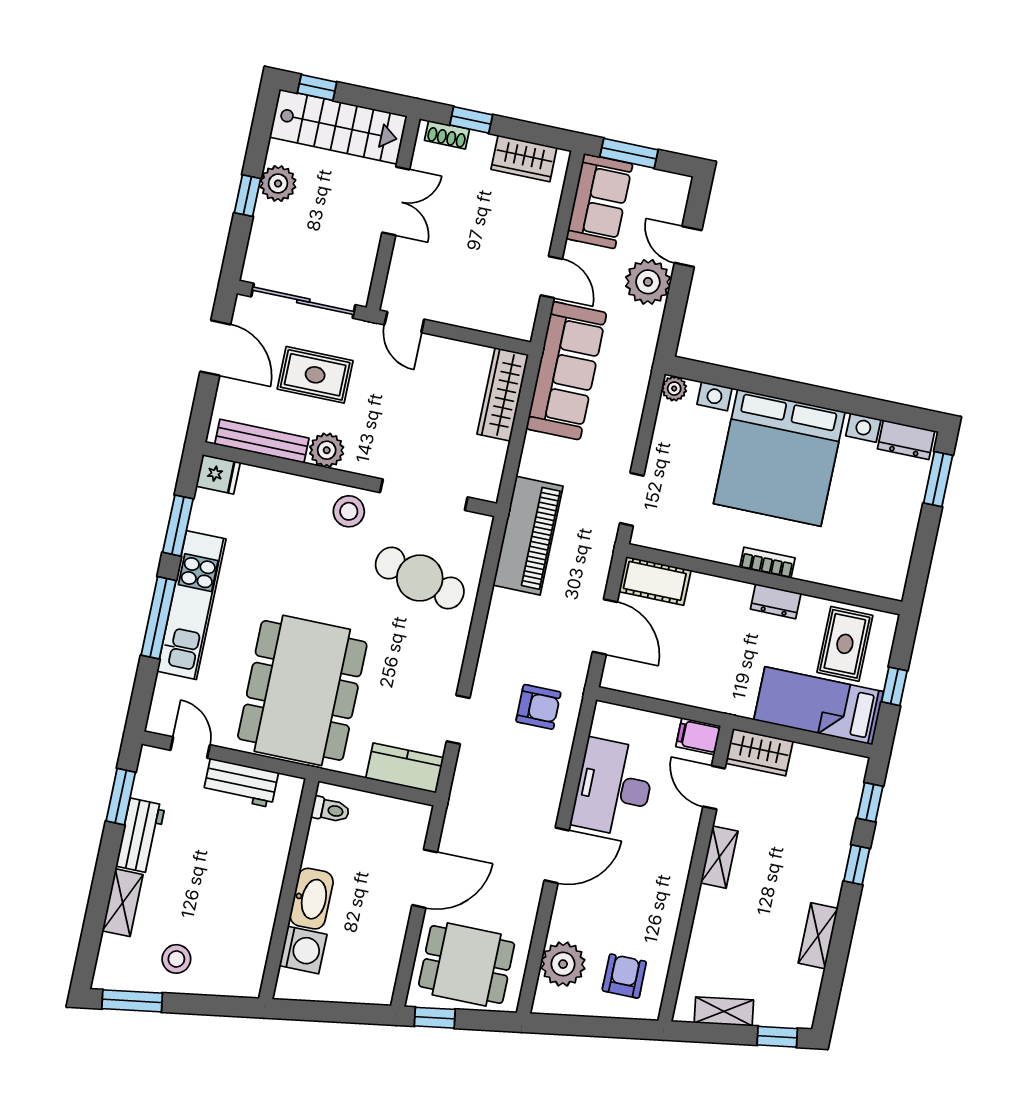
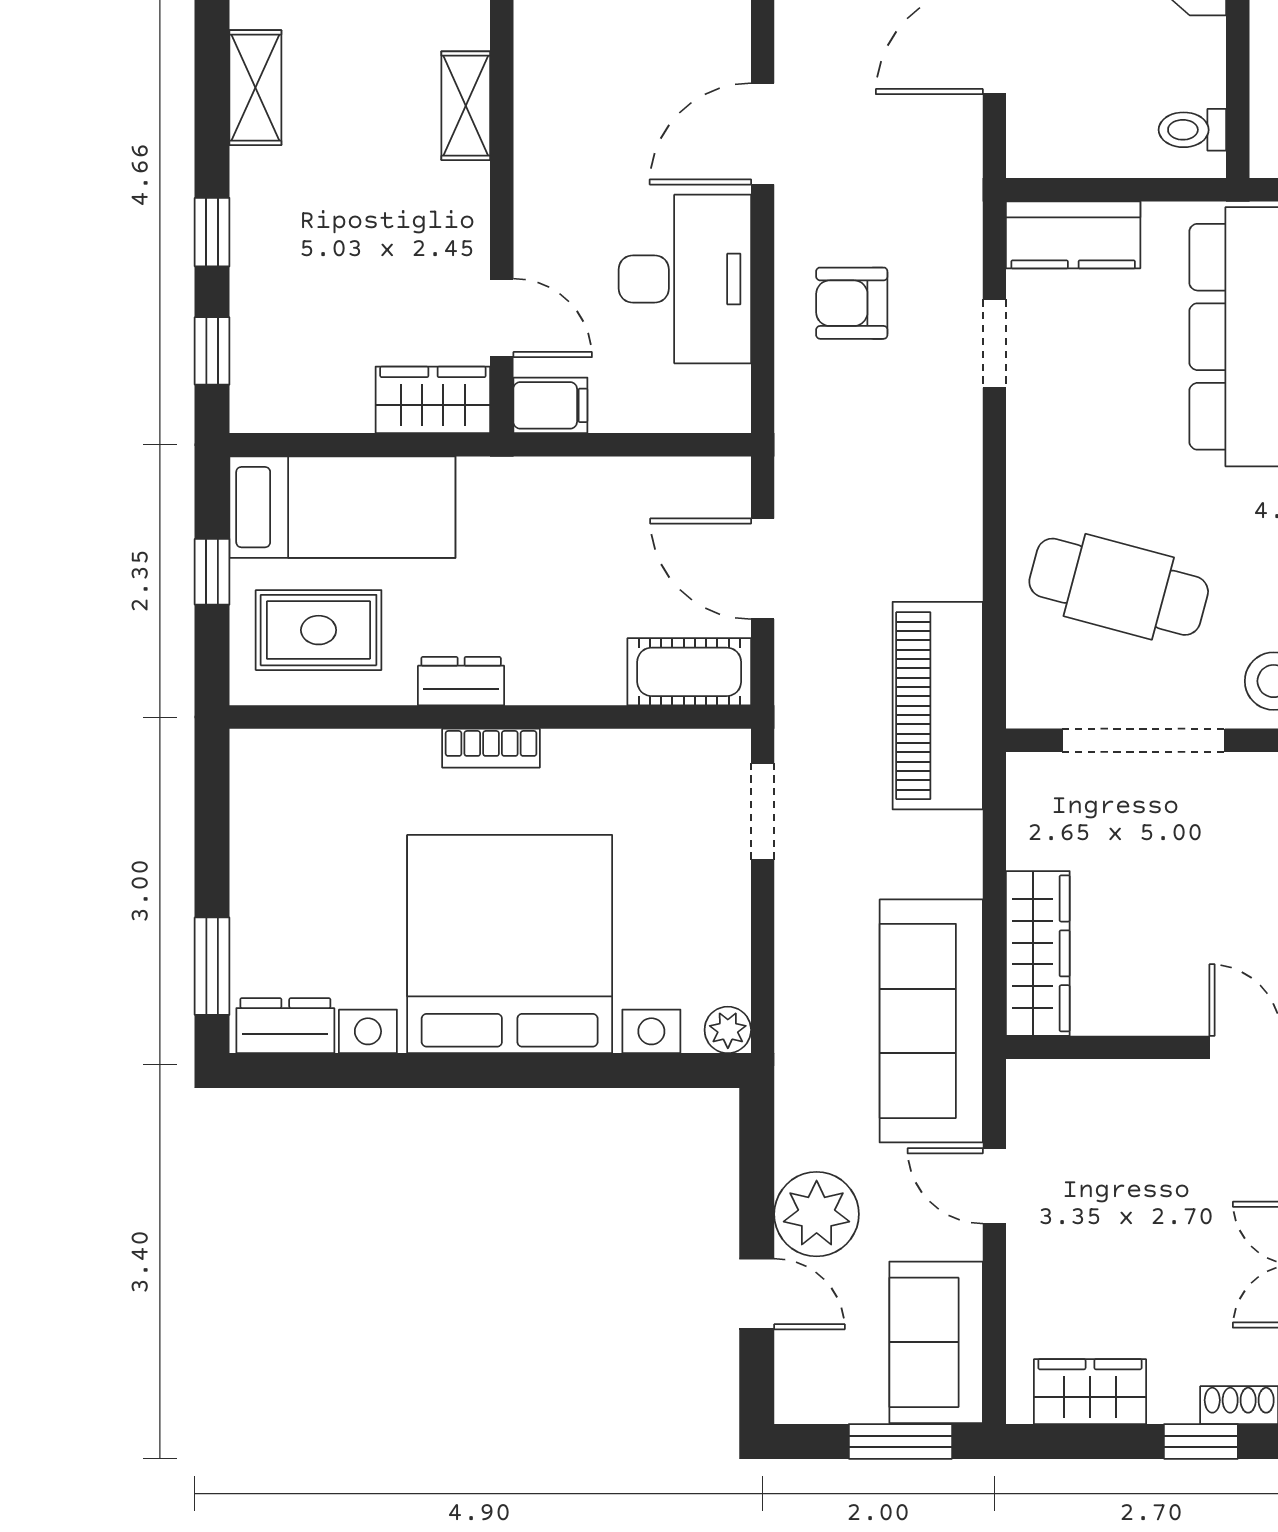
rug: (845, 644) -> (319, 630), turned 90
armchair: (538, 707) -> (852, 303), moved
shelving: (719, 857) -> (466, 106), moved

